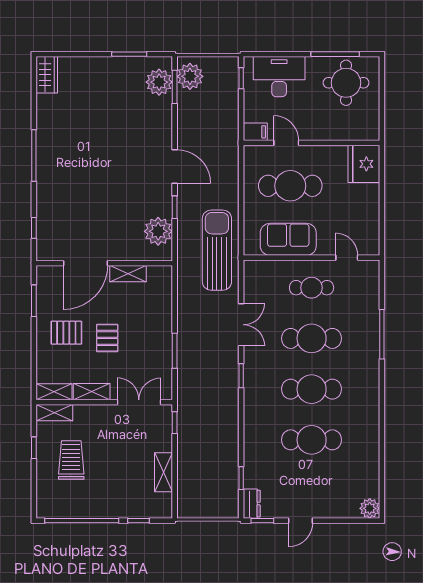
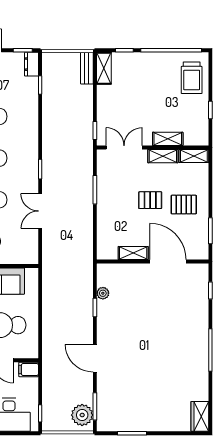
plant: (159, 82) -> (108, 410), removed
door: (175, 167) -> (95, 358), moved
plant: (158, 231) -> (103, 293), width x0.53, depth x0.53
sun lounger: (217, 250) -> (60, 272), removed
door: (85, 263) -> (168, 262), hinge flipped
pallet: (107, 338) -> (150, 200), turned 90
double door: (139, 402) -> (124, 147), swing flipped
shelving: (54, 413) -> (168, 139), moved
trolley: (71, 460) -> (192, 78), moved
shelving: (163, 472) -> (104, 68), moved
bench: (184, 499) -> (87, 68), added

